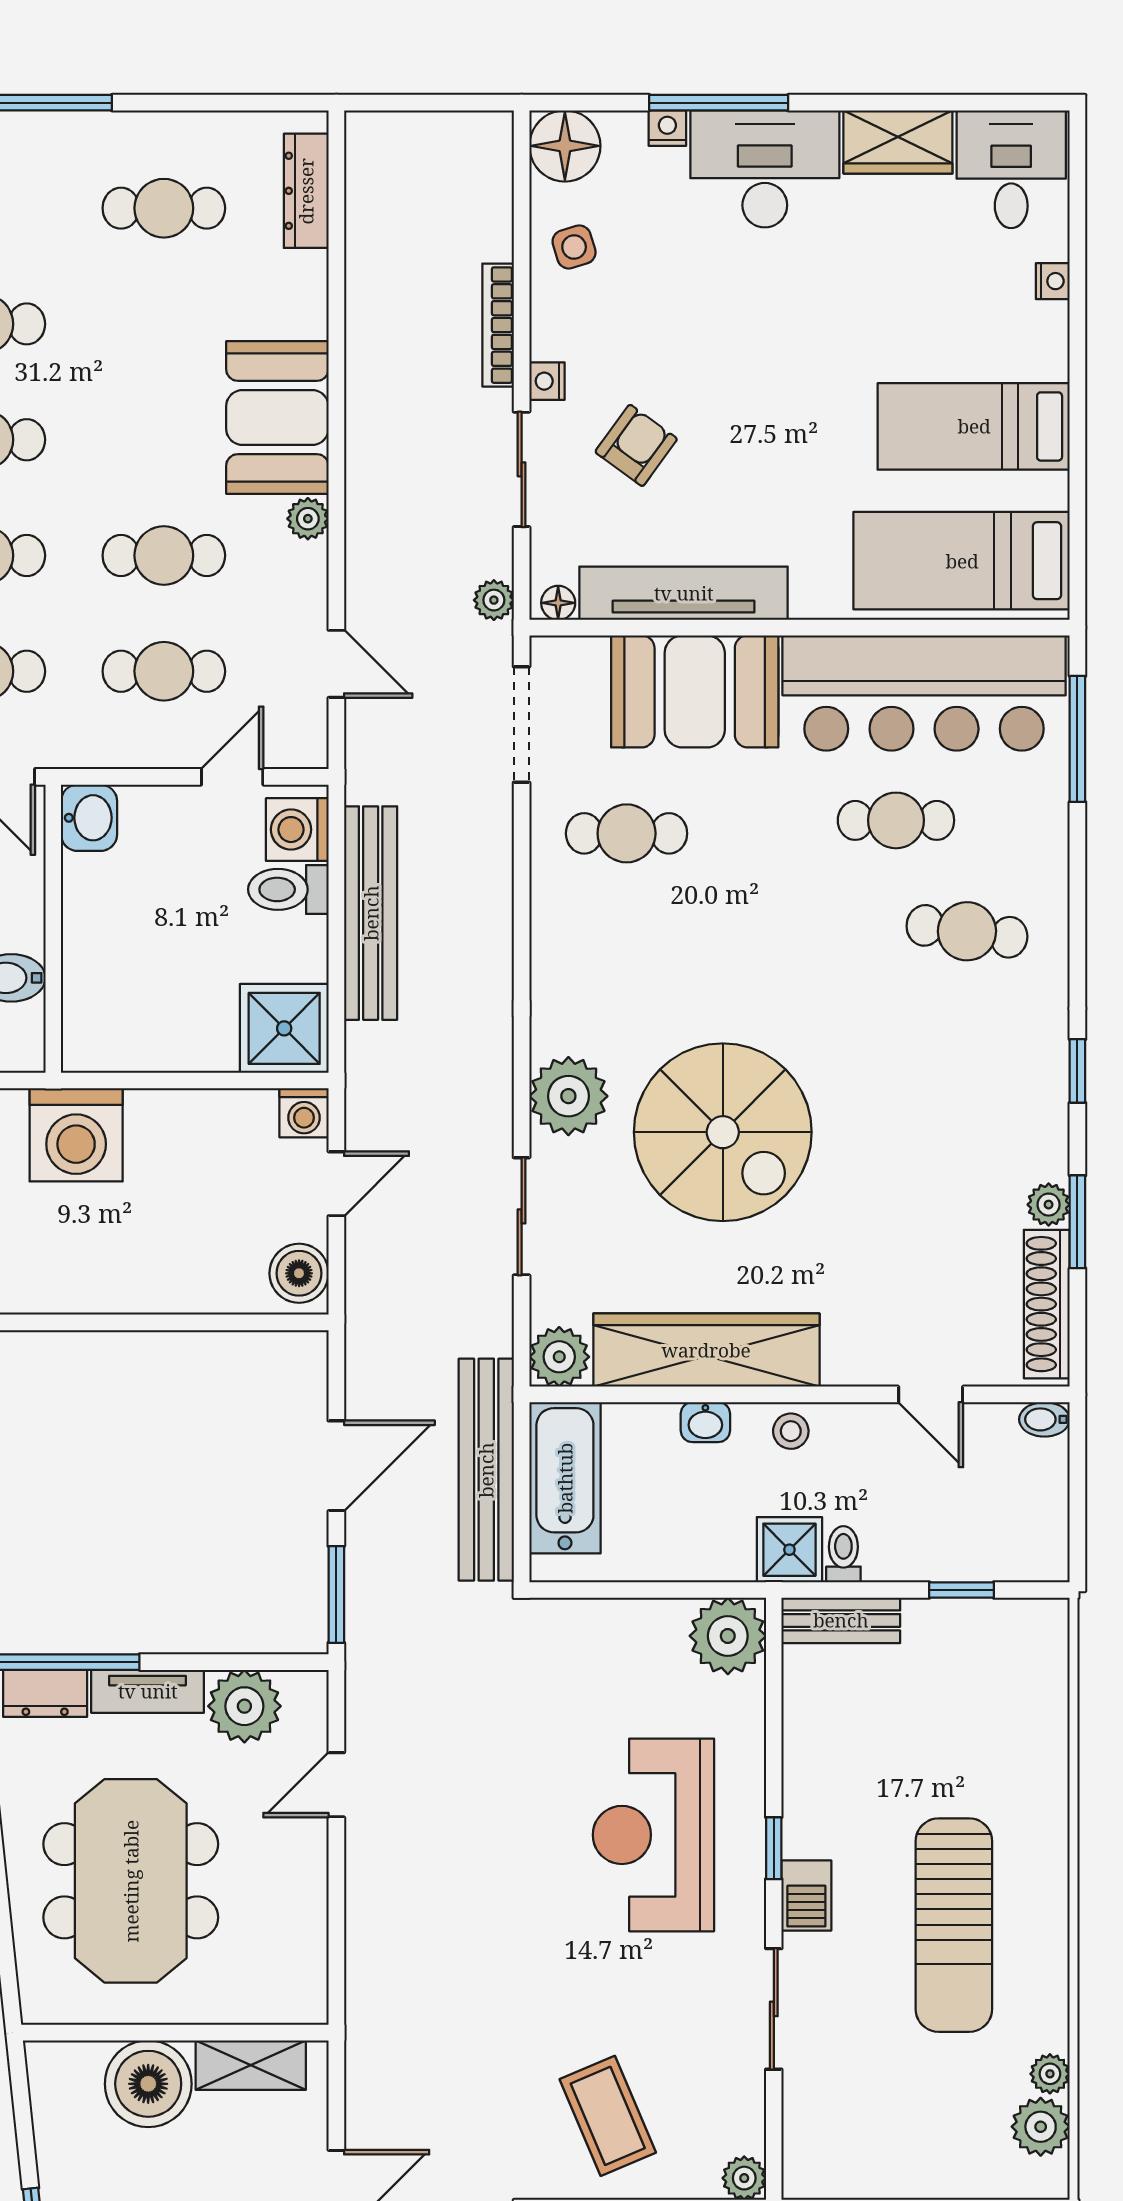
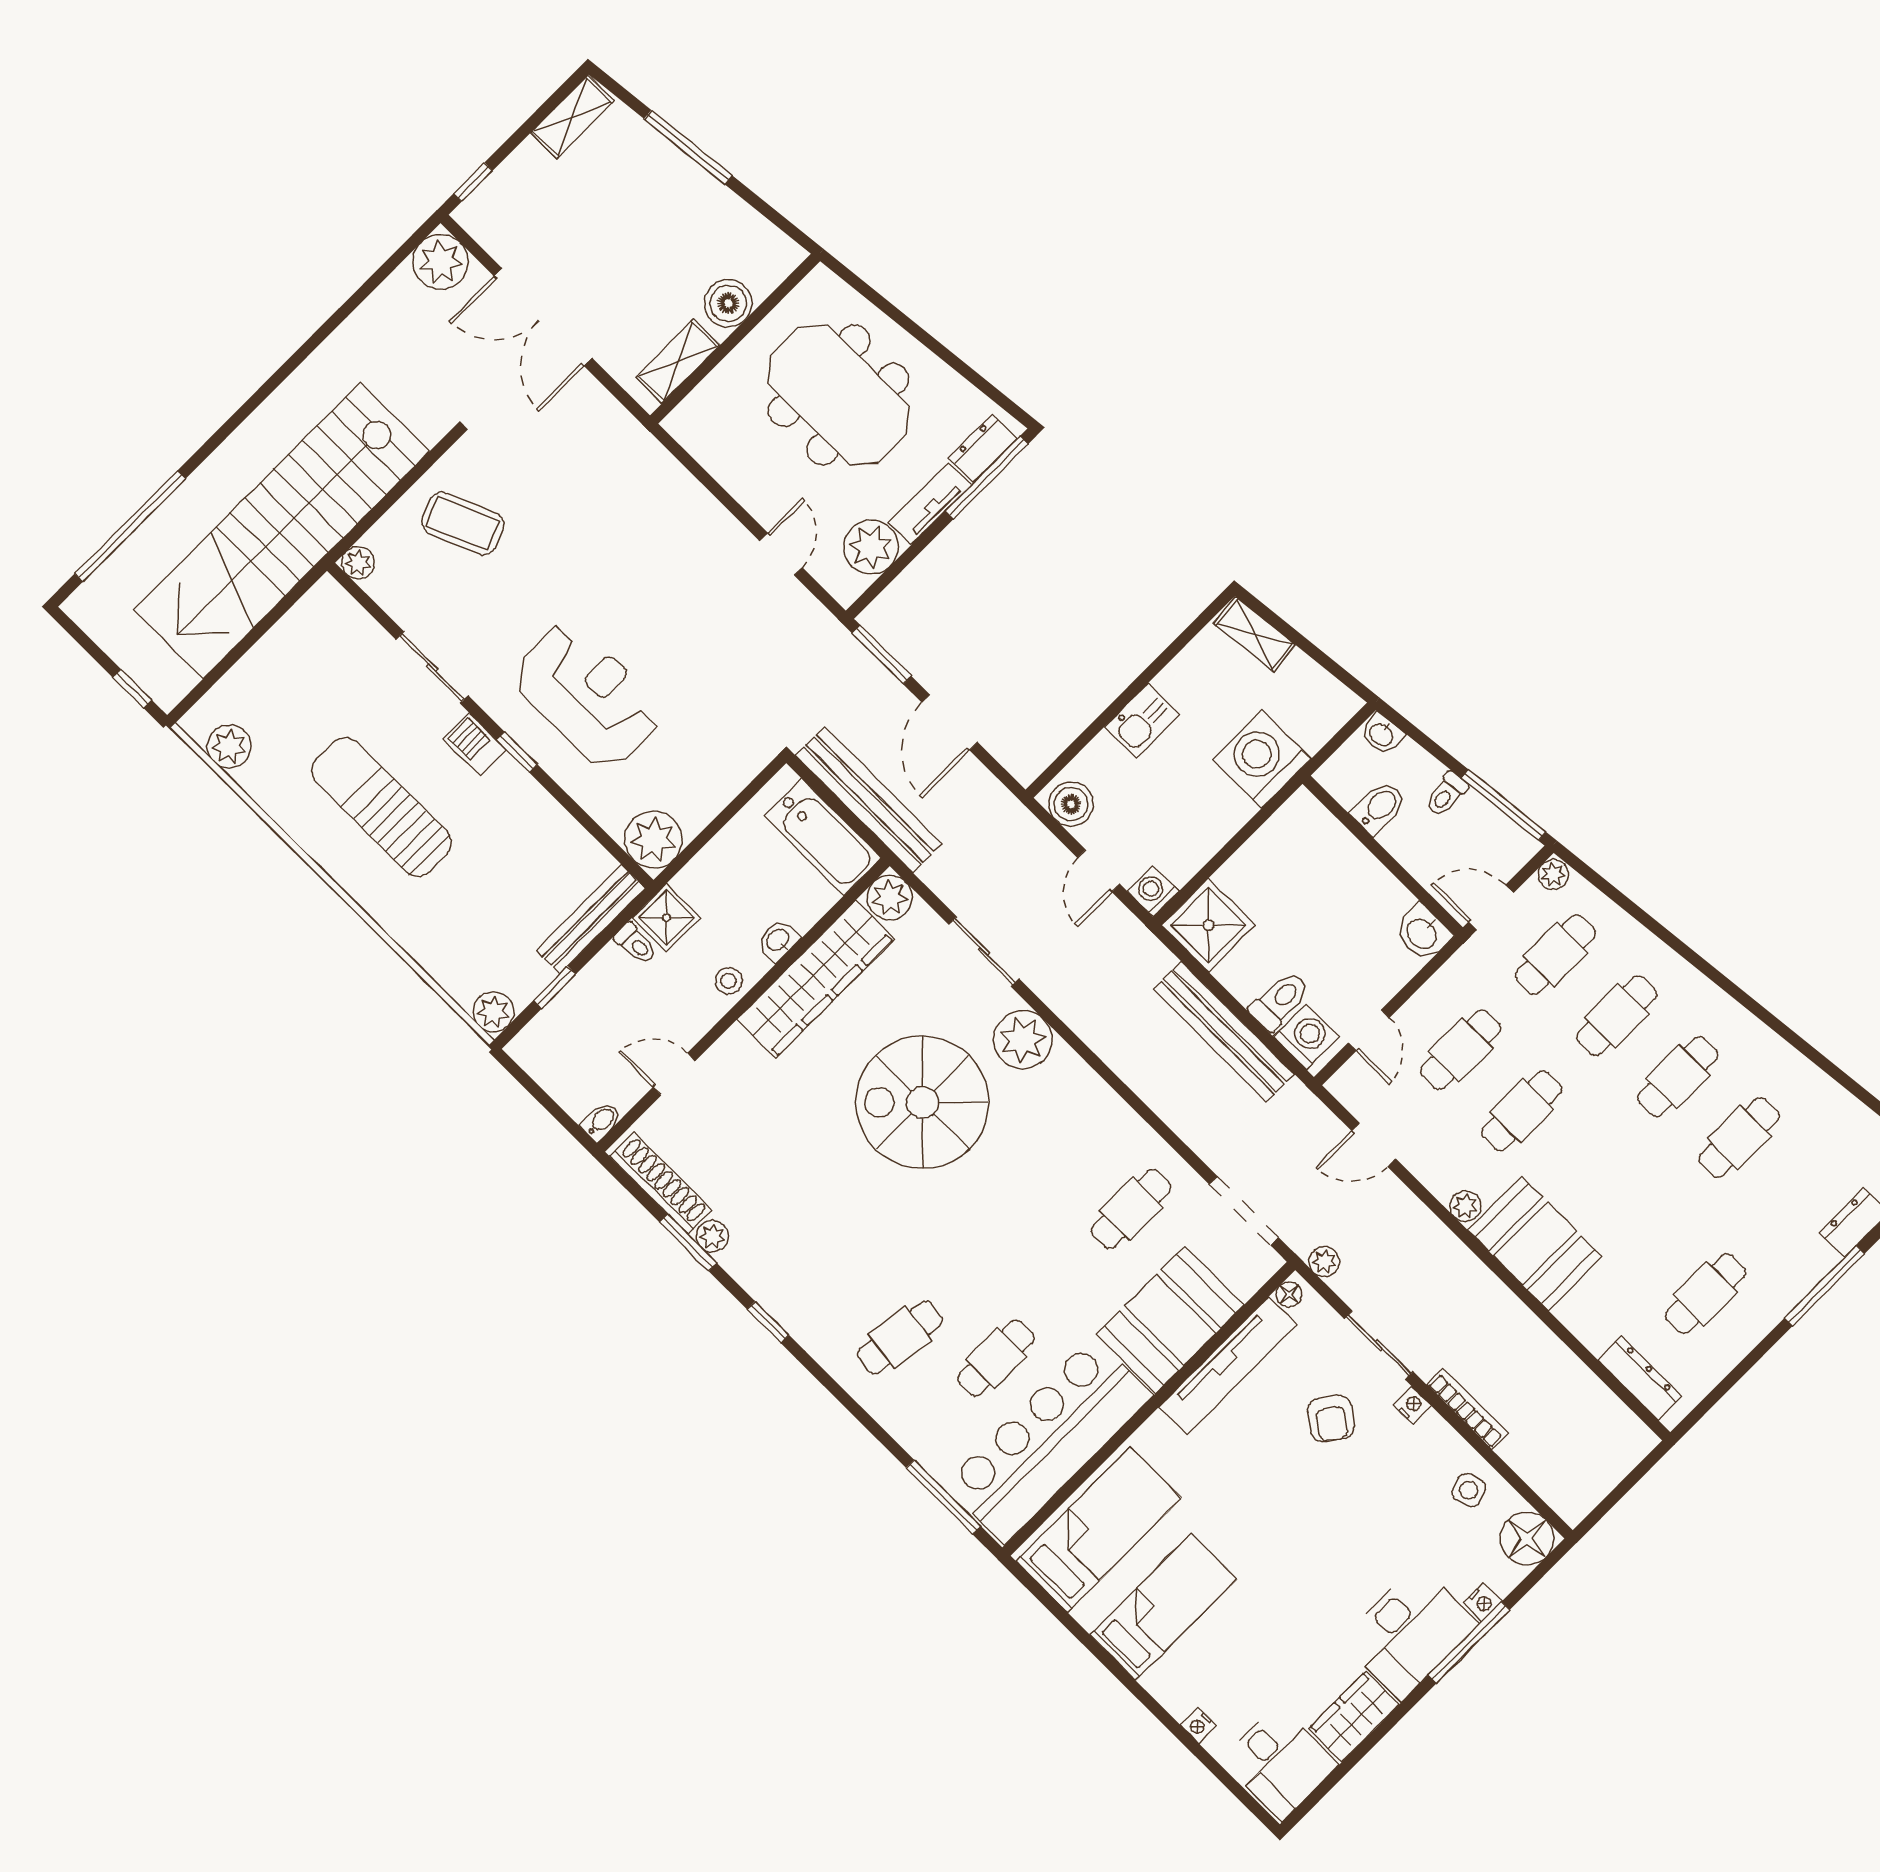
kitchen sink: (153, 1285) -> (1142, 721), added
bench: (841, 1620) -> (591, 919), width x1.36
plant: (1050, 2074) -> (493, 1012), moved, width x1.38, depth x1.38
boiler: (148, 2084) -> (728, 303), width x0.73, depth x0.73

